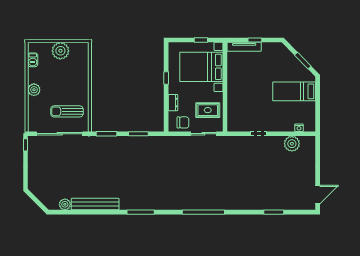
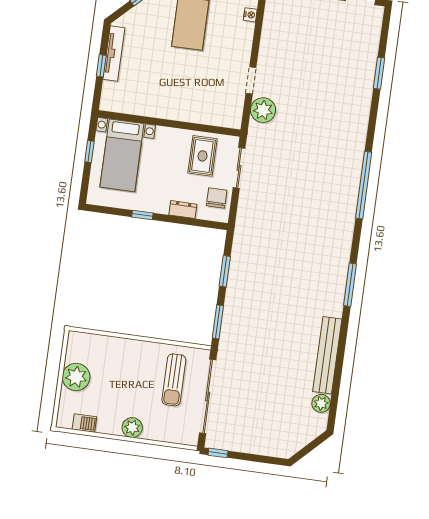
tv unit: (244, 47) -> (114, 53), moved
bed with nightstands: (201, 67) -> (122, 155), width x0.73
plant: (292, 144) -> (263, 110), moved

